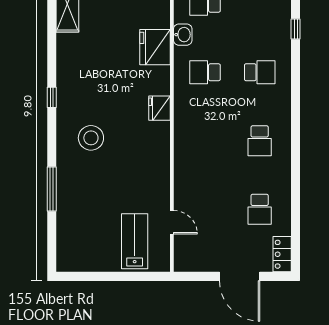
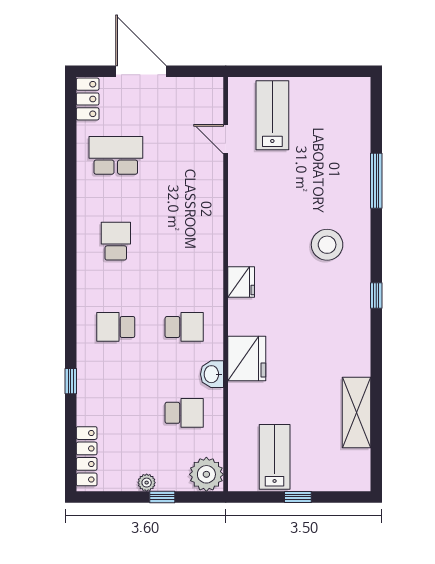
school desk: (260, 209) -> (116, 155), width x1.85
lab bench: (135, 241) -> (272, 115), turned 180

